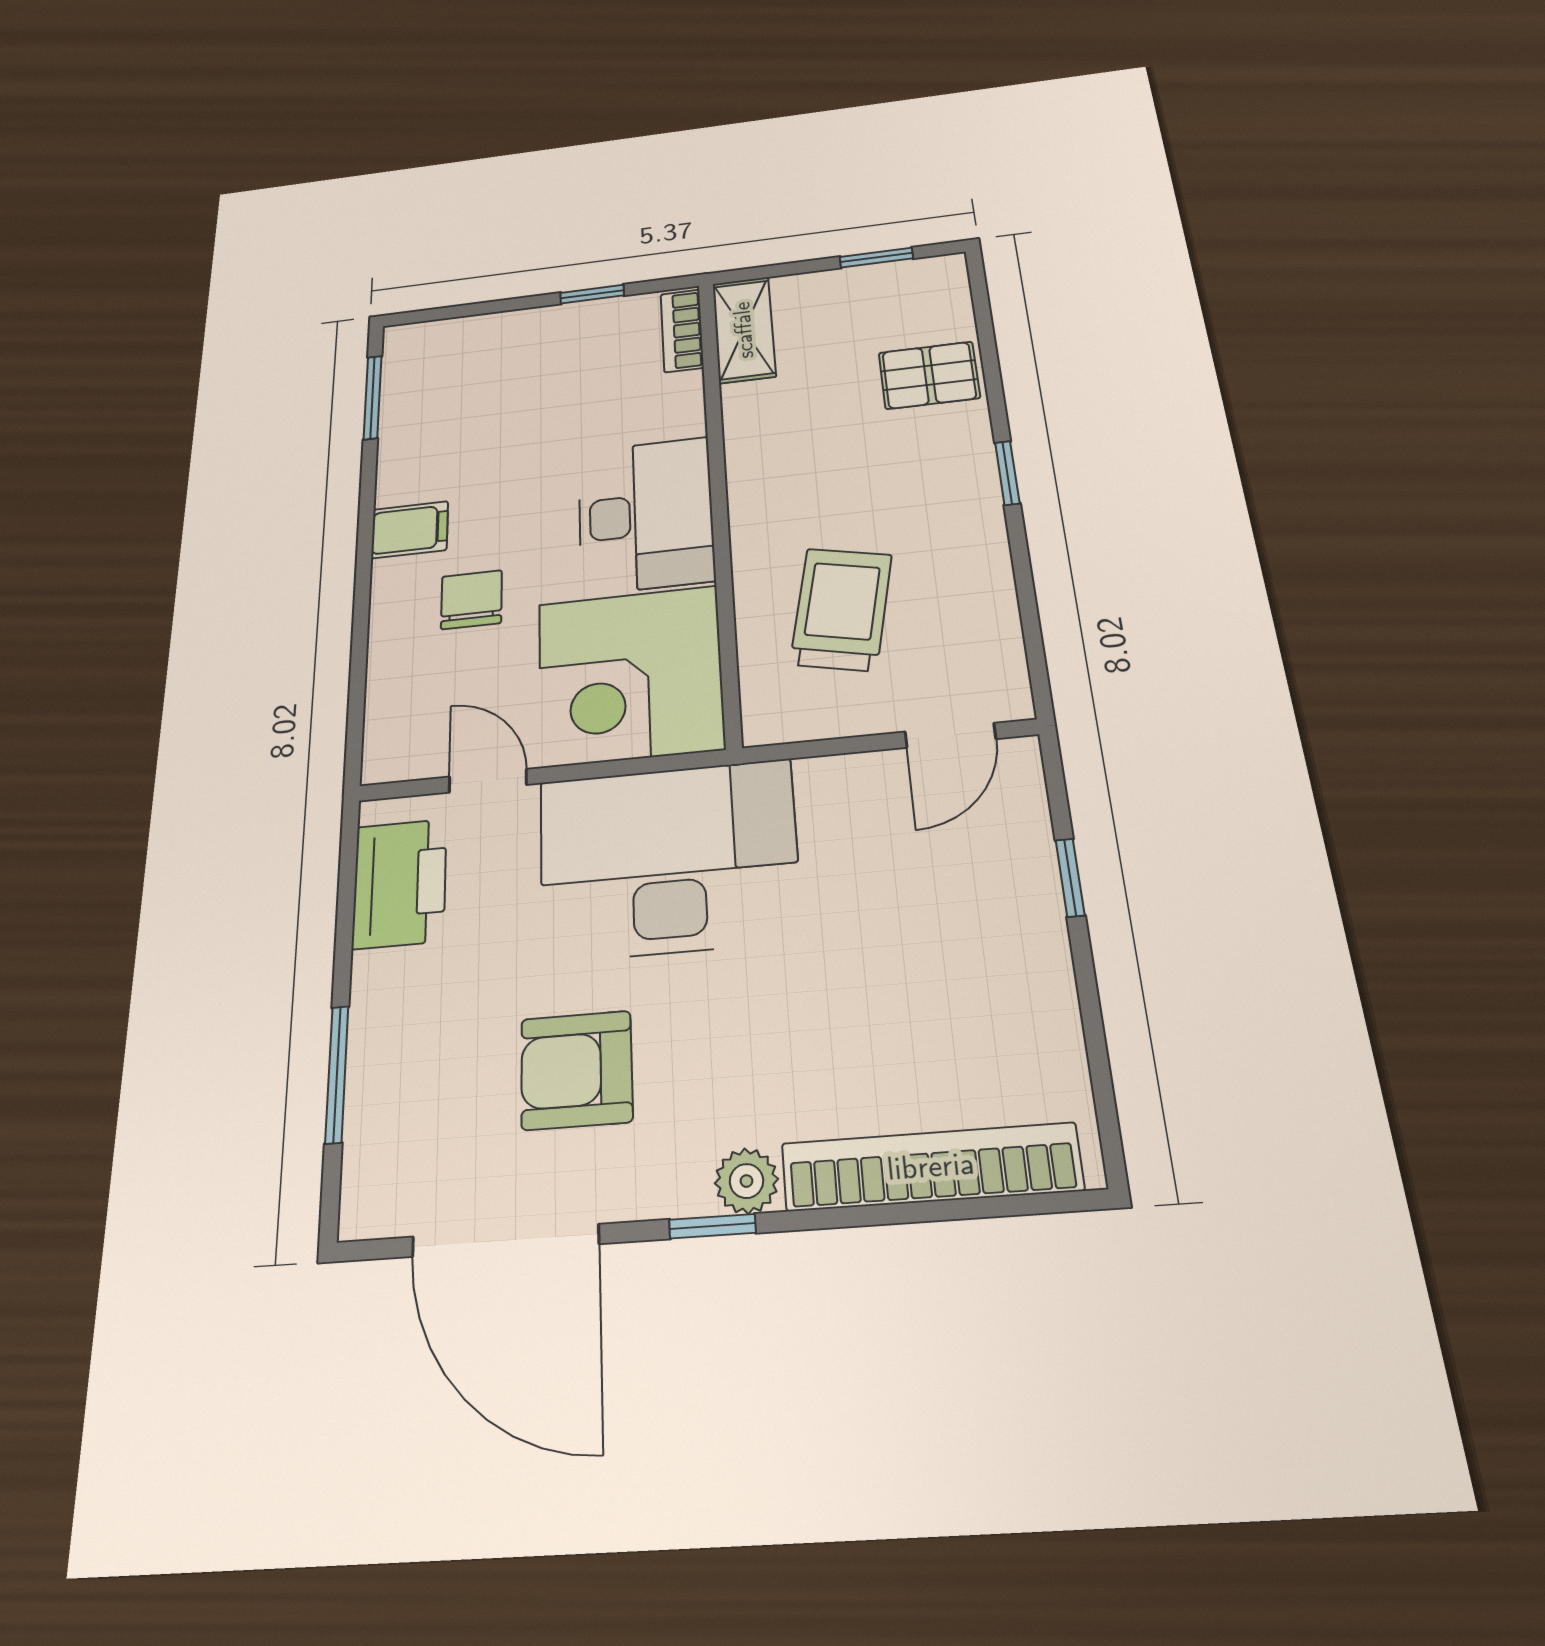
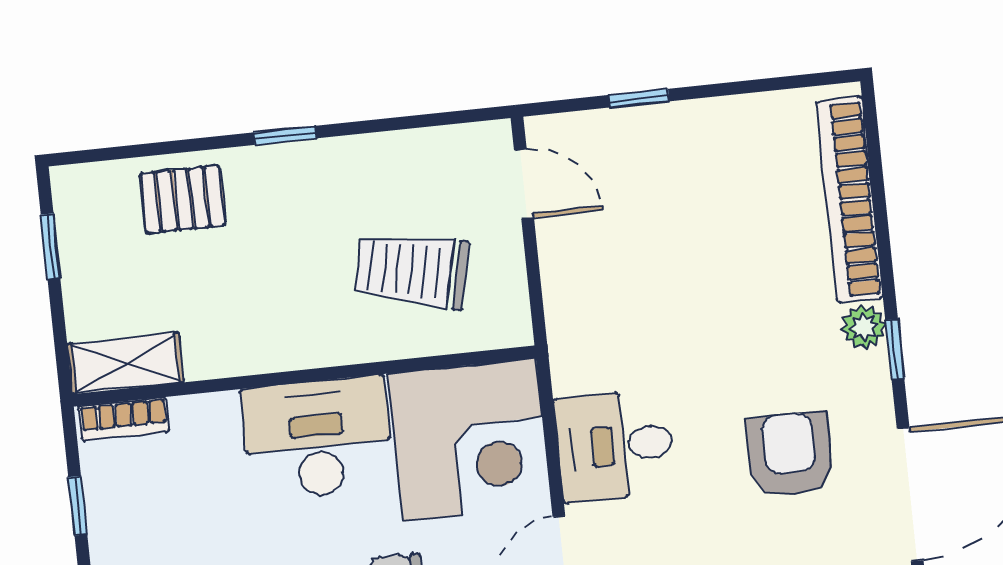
pallet: (929, 375) -> (183, 199), turned 90
desk: (668, 859) -> (615, 446), width x0.53, depth x0.77
armchair: (576, 1070) -> (790, 455), turned 180

